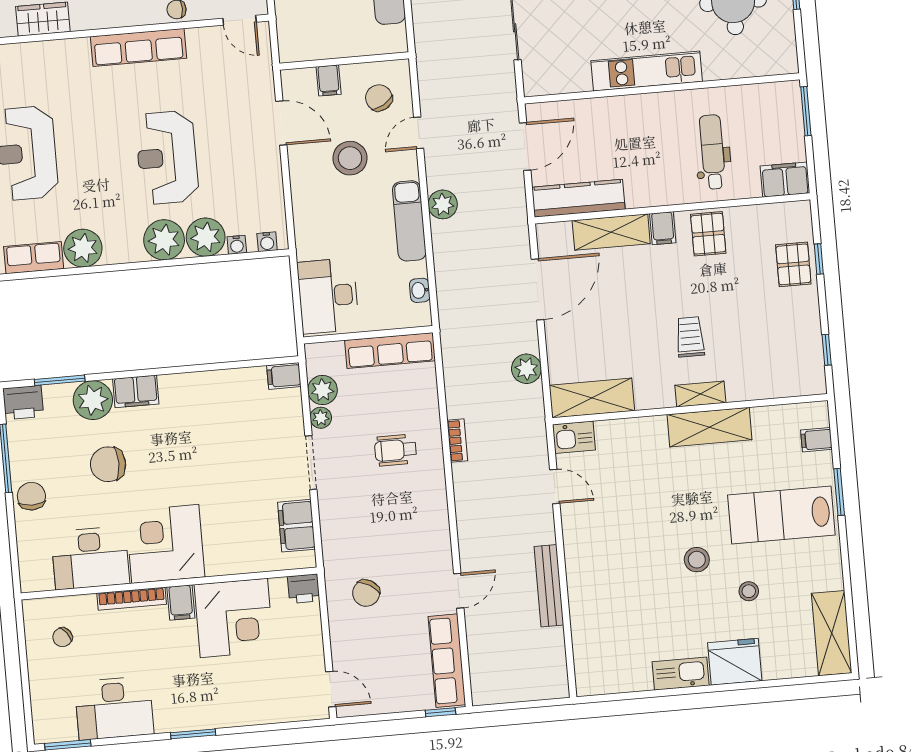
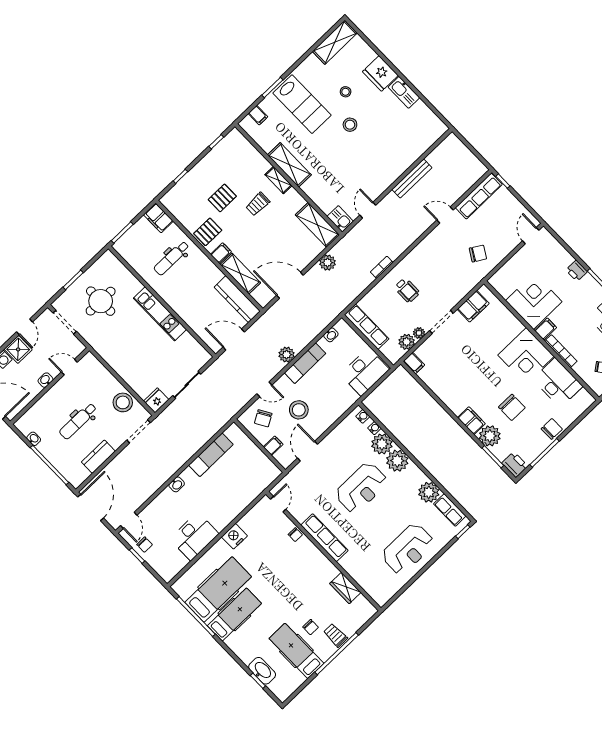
pallet: (793, 264) -> (222, 198), moved
chair: (31, 496) -> (552, 429), turned 180
printer: (304, 589) -> (577, 271), moved, turned 180

